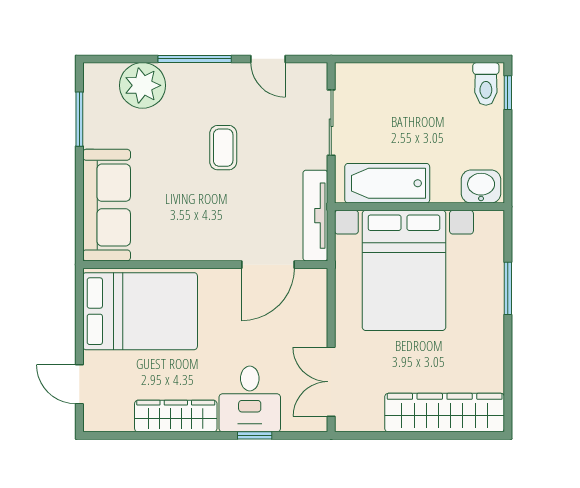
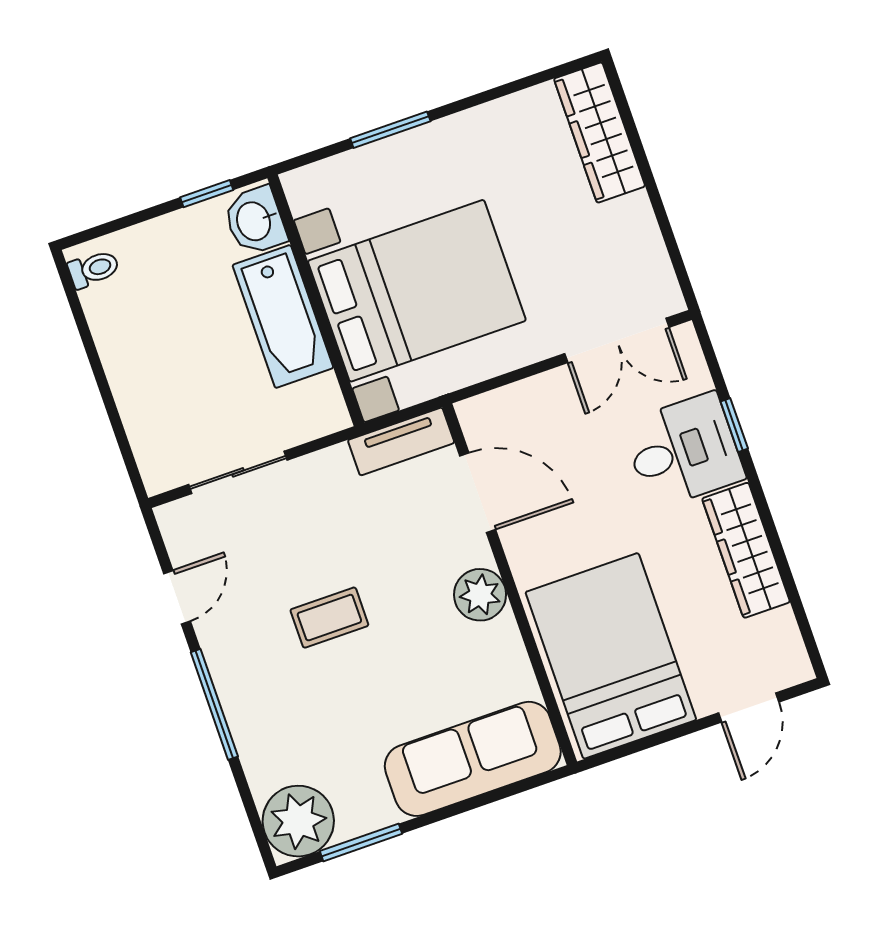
toilet: (486, 84) -> (94, 269), width x0.73, depth x0.72
plant: (143, 85) -> (298, 821), moved
window: (508, 93) -> (207, 194), moved
bathtub: (387, 183) -> (283, 316), moved
tv unit: (315, 216) -> (401, 441), width x0.71
plant: (205, 244) -> (480, 595), added
wardrobe: (445, 413) -> (600, 132), width x0.71, depth x0.85

